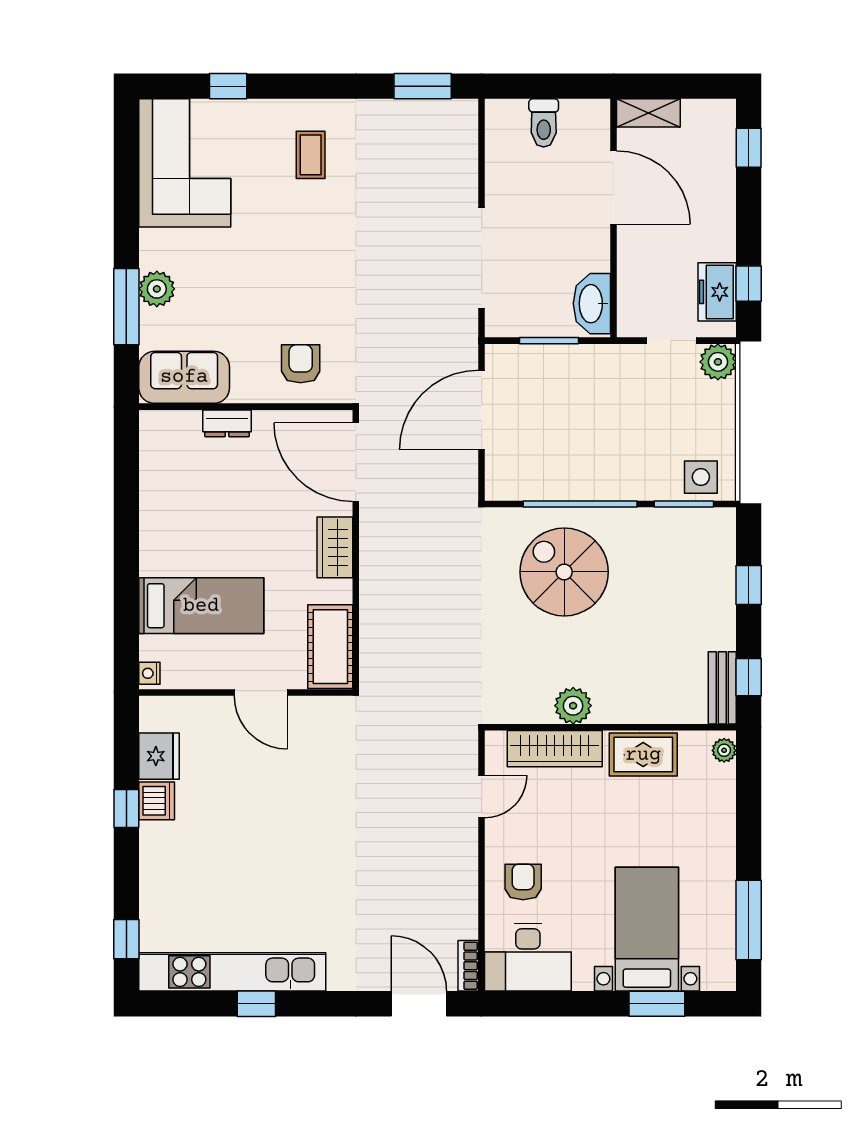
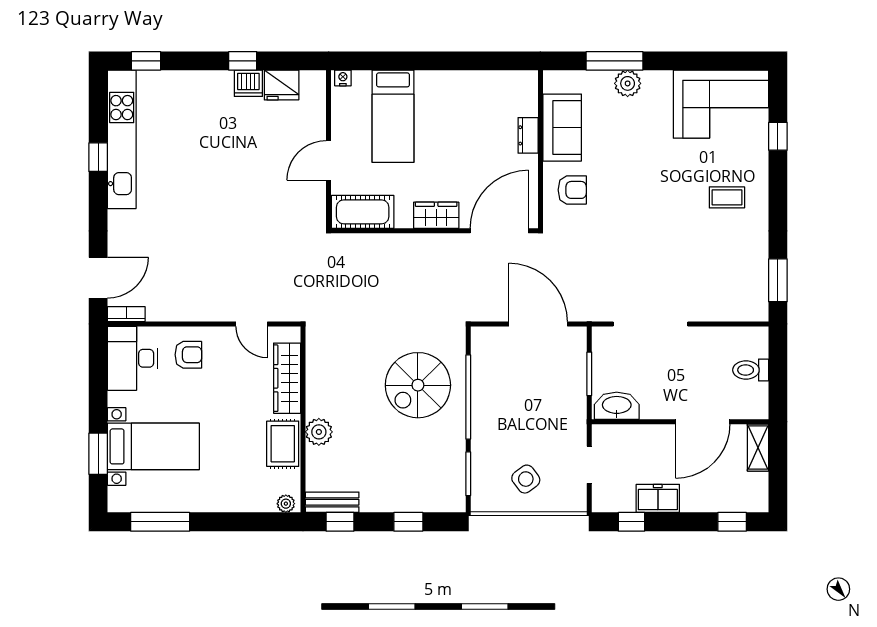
freezer: (717, 292) -> (658, 498), moved
plant: (718, 362) -> (574, 499), removed
sofa: (184, 377) -> (562, 128), moved
side table: (701, 477) -> (526, 479), moved, turned -37
spiral stairs: (564, 572) -> (418, 385), turned 180
plant: (573, 706) -> (319, 432), moved

